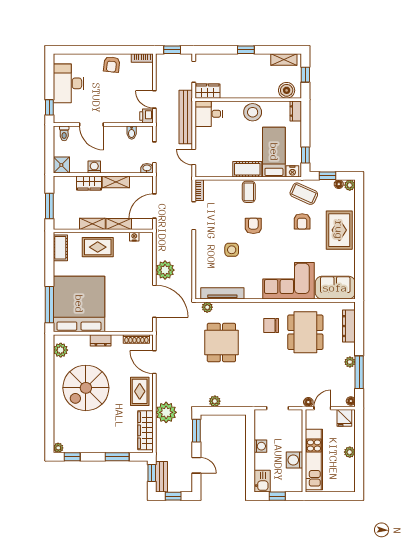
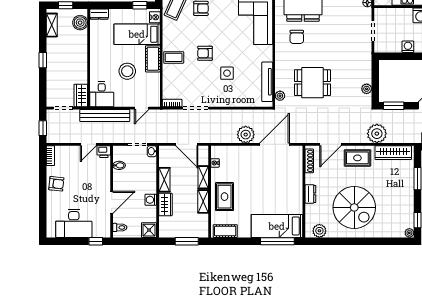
stool: (253, 112) -> (127, 71), moved
bed: (79, 304) -> (277, 226), width x0.49

